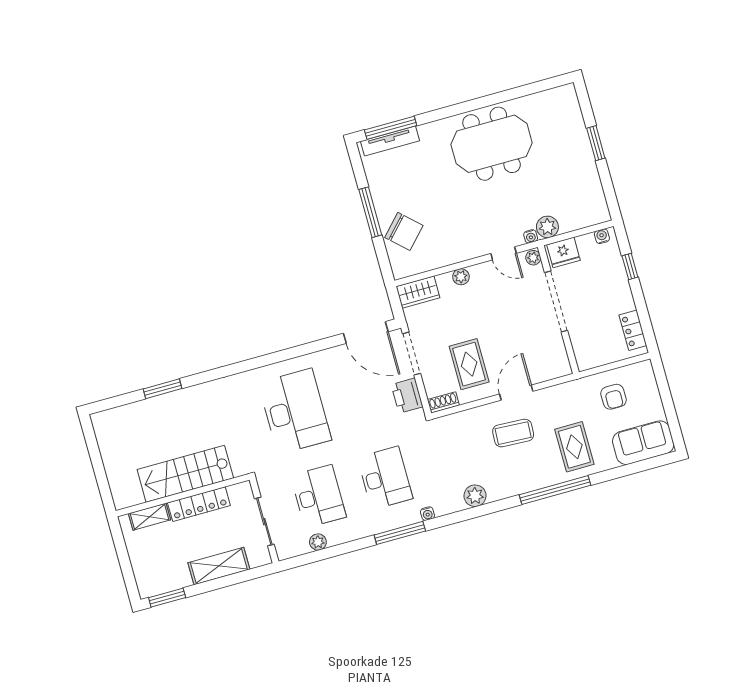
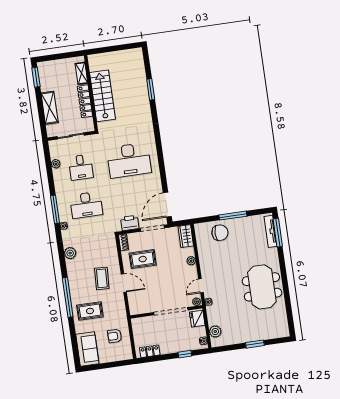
plant: (547, 227) -> (215, 332), moved
chair: (404, 231) -> (220, 233), turned -133
desk: (318, 496) -> (81, 167), width x0.73

